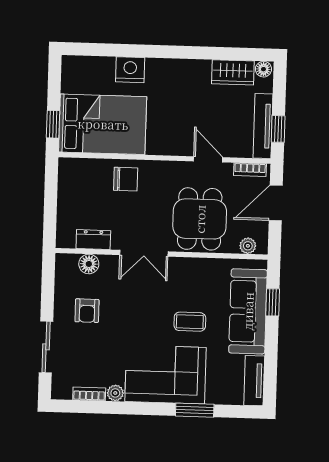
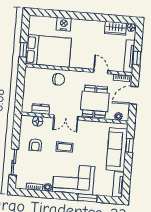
coffee table: (190, 322) -> (64, 147), moved

